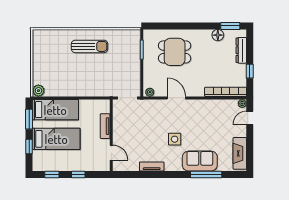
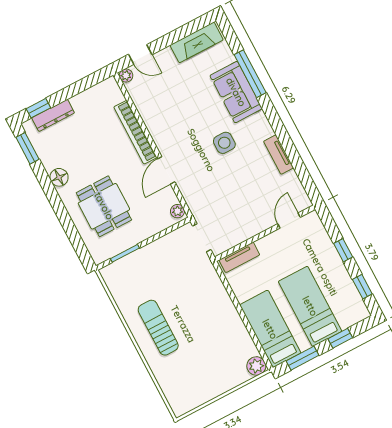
floor lamp: (218, 35) -> (59, 177), moved
window: (250, 71) -> (38, 108), moved
bookcase: (226, 92) -> (135, 132), moved
tv unit: (105, 126) -> (239, 257), moved

